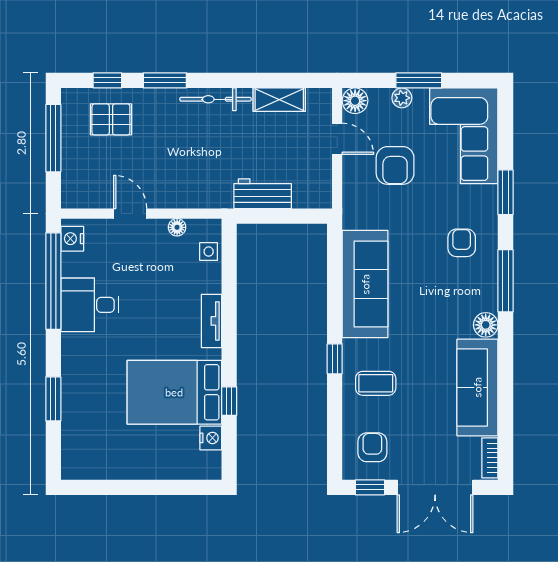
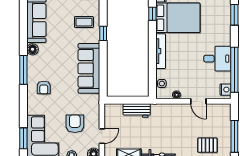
door: (337, 139) -> (102, 136), swing flipped
window: (506, 192) -> (23, 138), moved
tv unit: (211, 321) -> (161, 51), width x1.41

